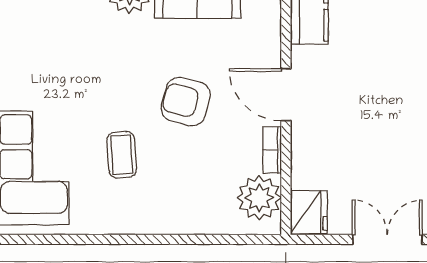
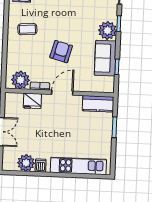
coffee table: (122, 155) -> (27, 29), moved
fridge: (309, 212) -> (32, 101), moved

